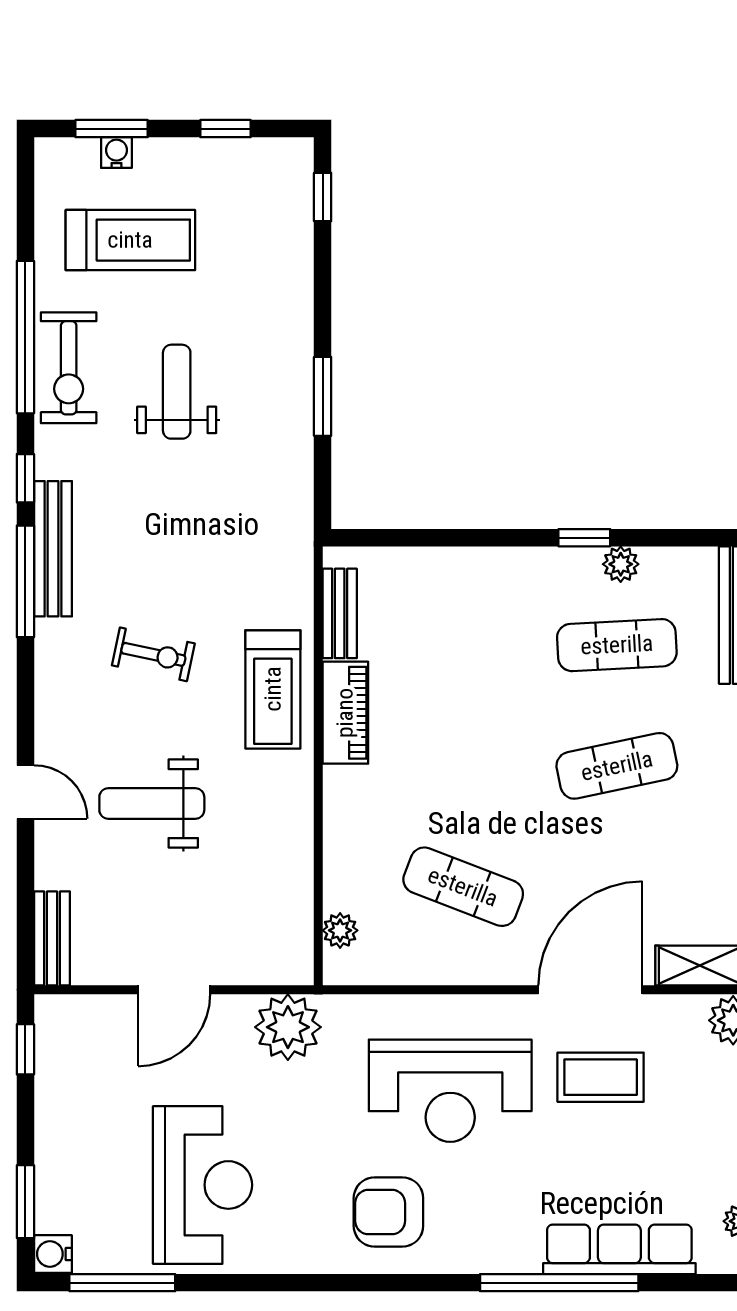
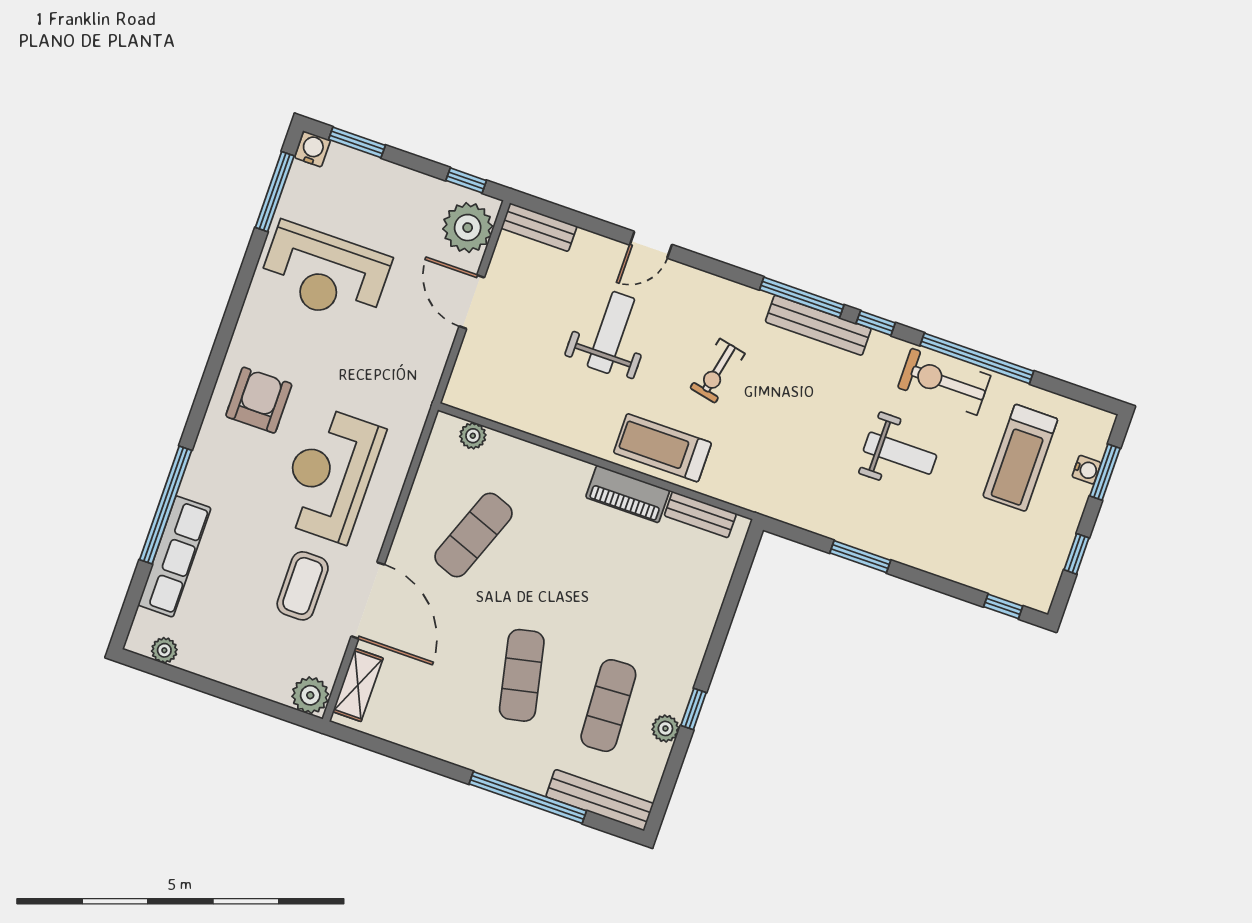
plant: (288, 1027) -> (468, 228), moved

